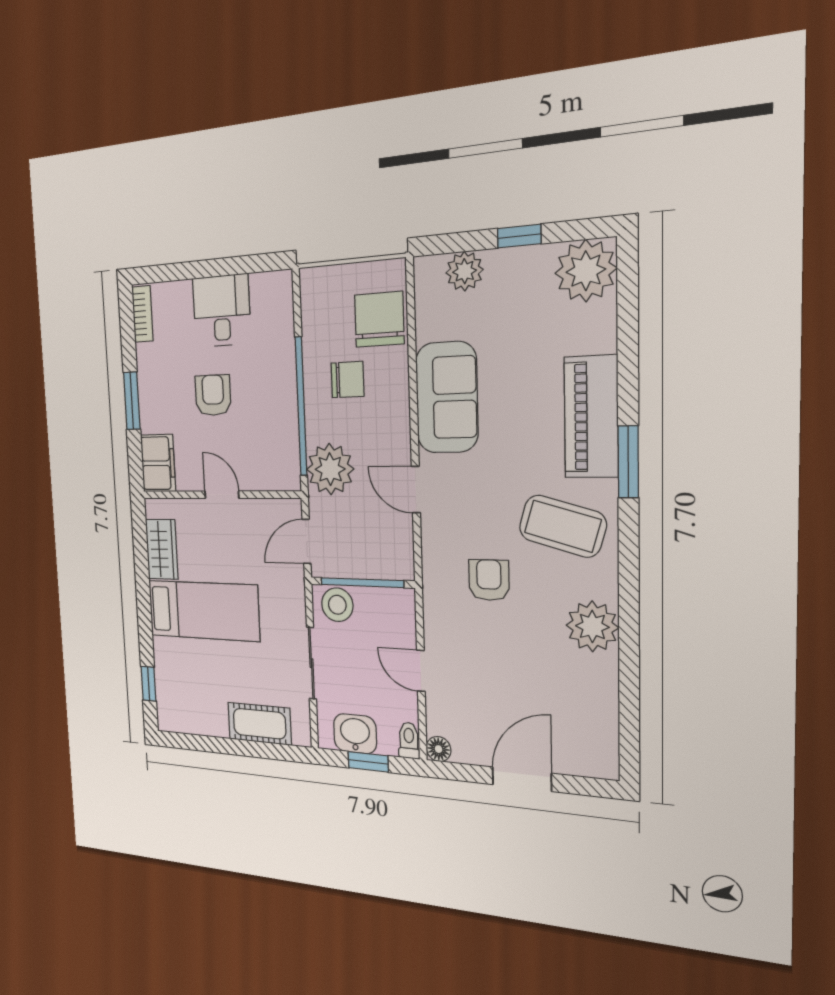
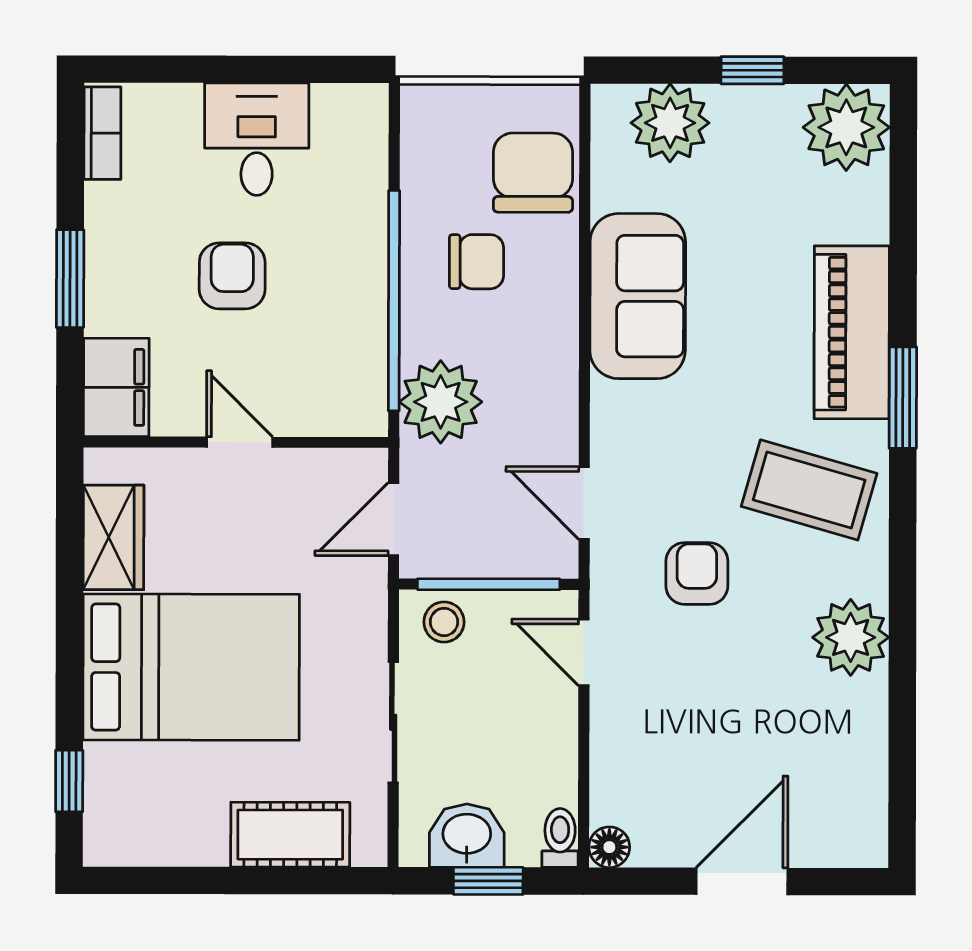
plant: (465, 271) -> (670, 123), width x1.36, depth x1.36
door: (416, 490) -> (584, 503), moved
stool: (337, 605) -> (444, 622), width x0.73, depth x0.73
bed: (203, 611) -> (191, 667), width x1.50
door: (421, 671) -> (584, 652), moved

